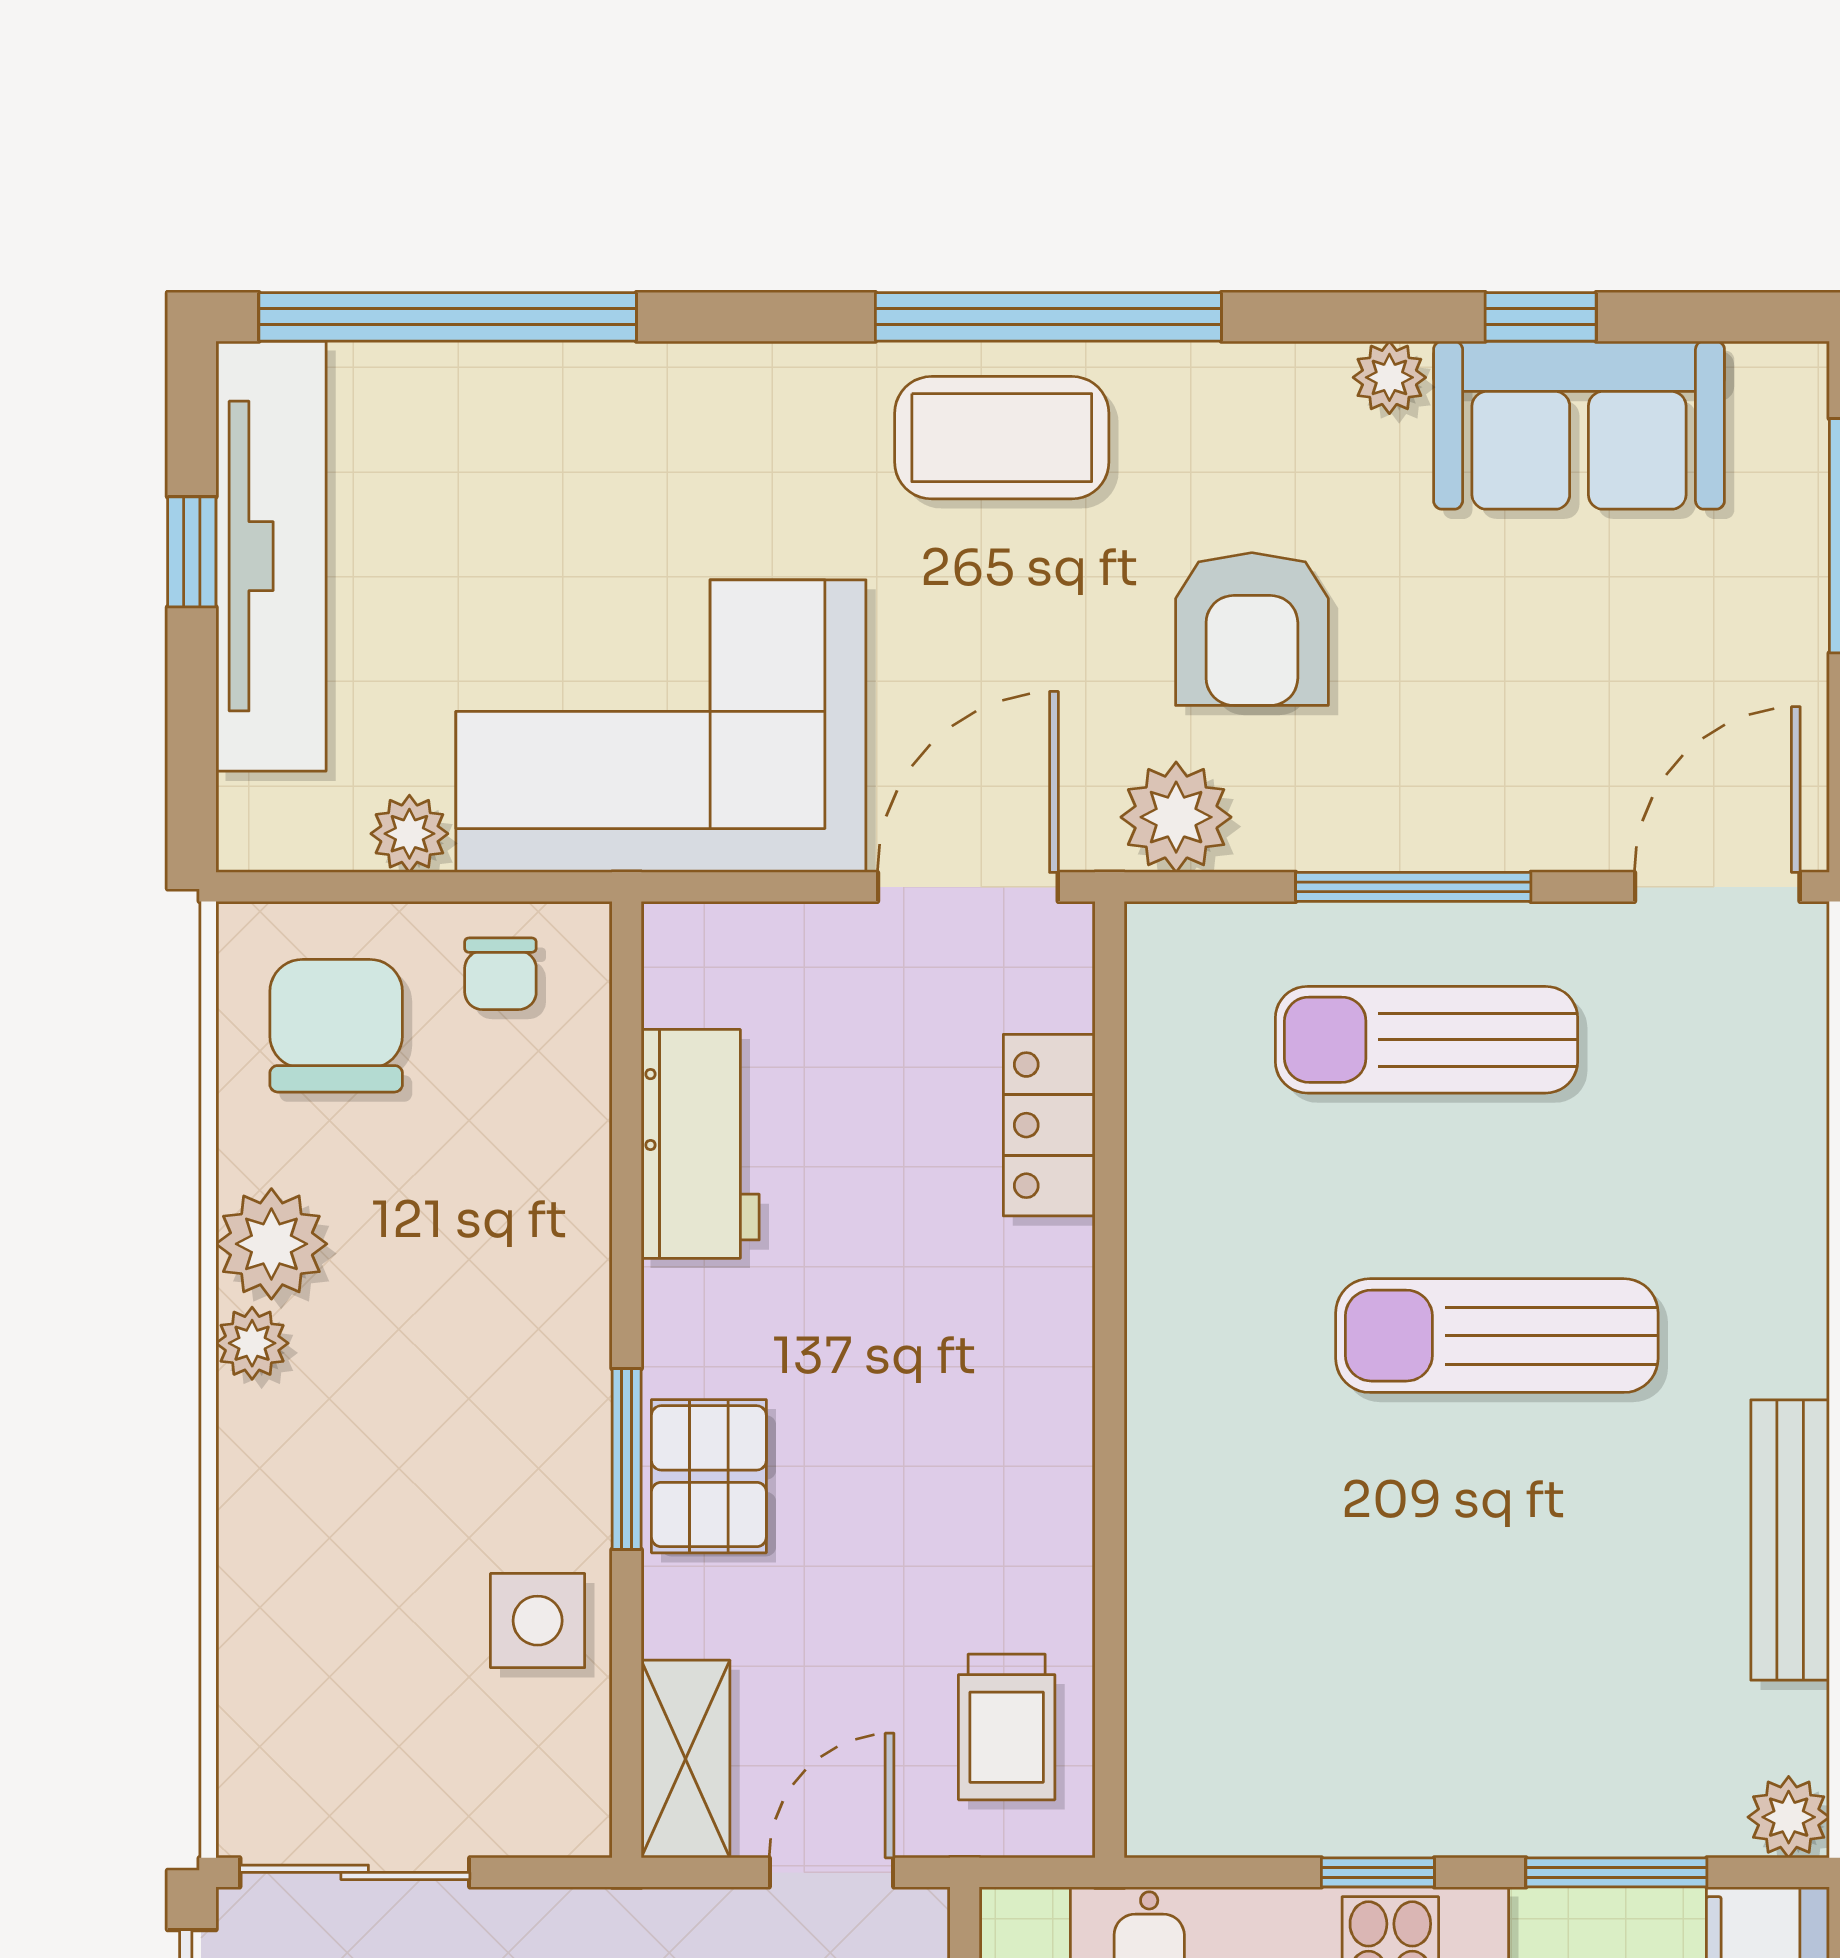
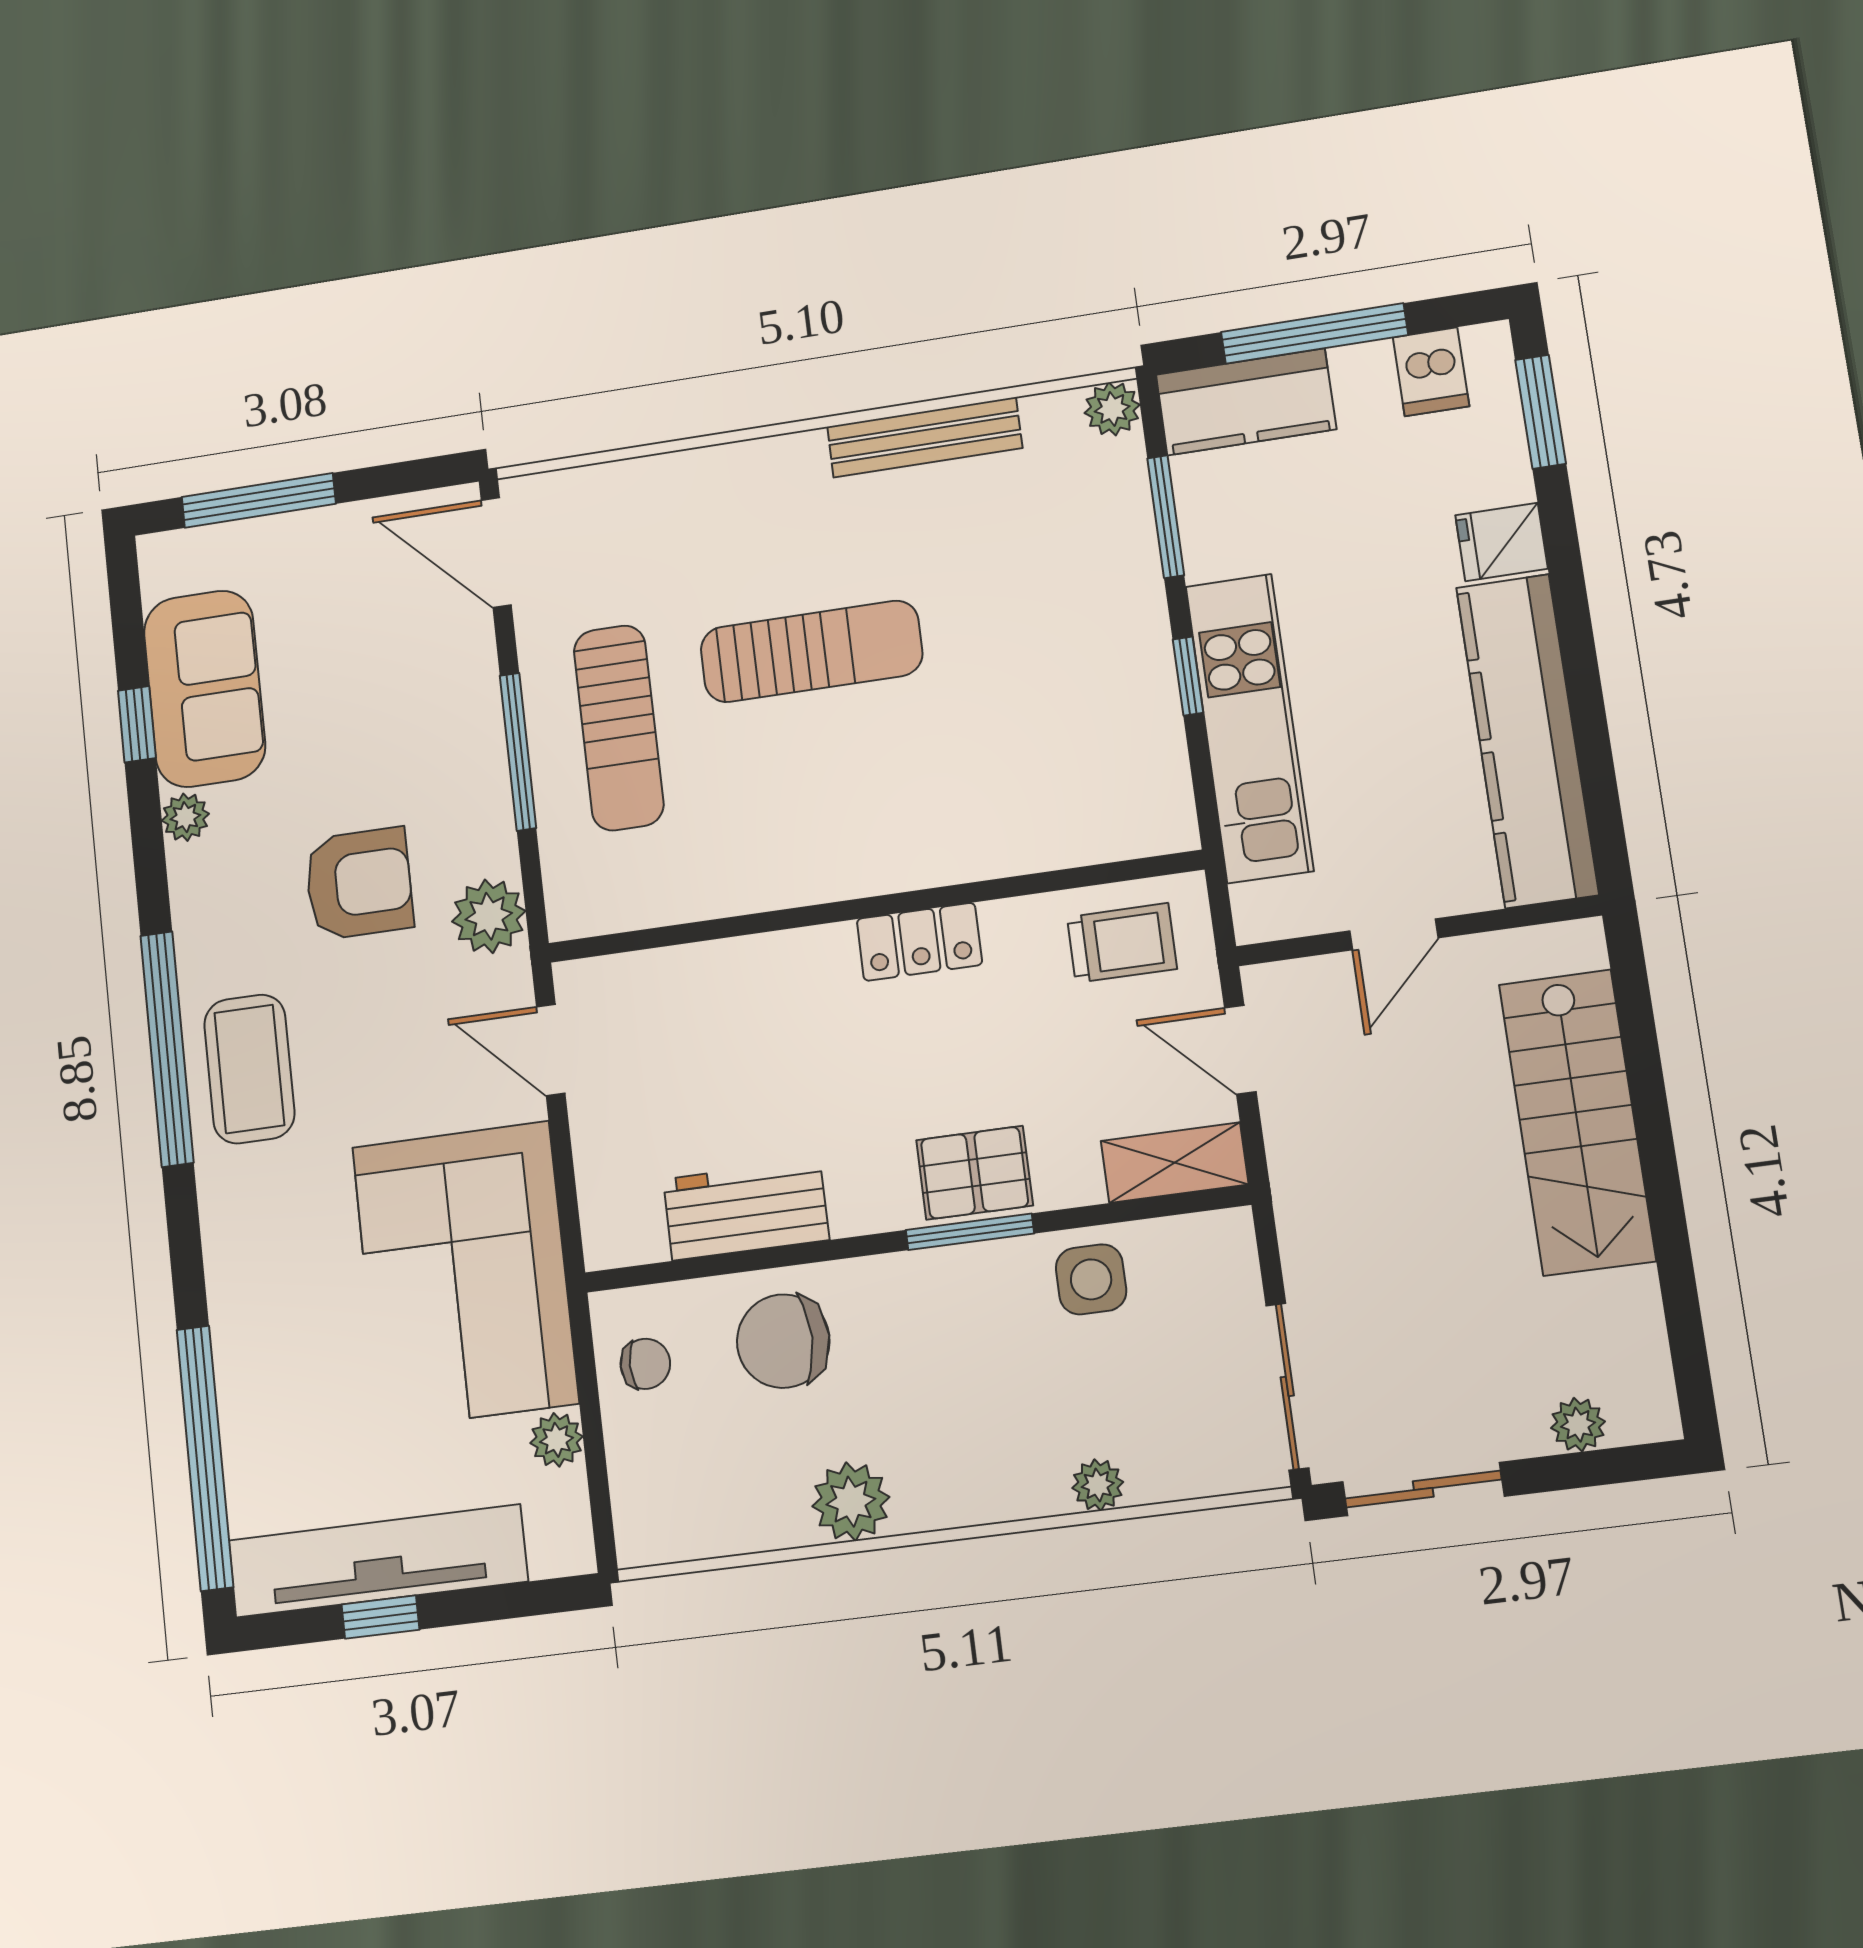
door: (968, 887) -> (551, 1050), width x0.73
chair: (336, 1026) -> (783, 1341), moved
locker: (1049, 1125) -> (919, 942), moved
sun lounger: (1497, 1336) -> (811, 651), turned -90
plant: (252, 1343) -> (1098, 1485), moved

